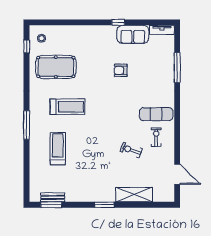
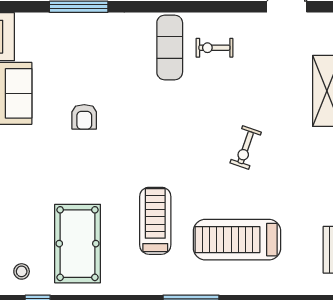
treadmill: (58, 149) -> (237, 240), width x1.37, depth x1.38
exercise bike: (131, 150) -> (246, 148), moved

